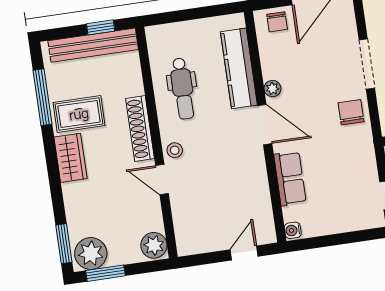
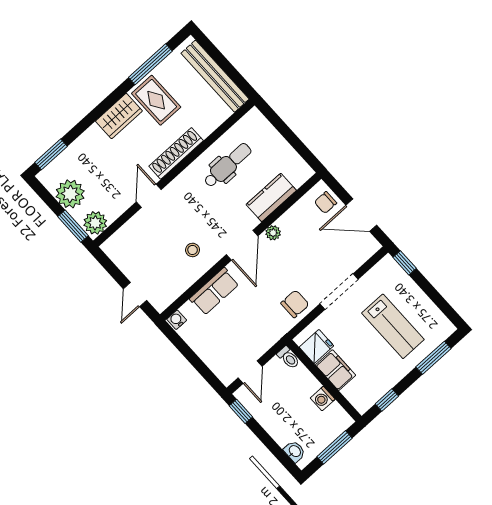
window: (101, 27) -> (232, 73), removed
kitchen counter: (239, 68) -> (271, 197), width x0.67
dental chair: (183, 89) -> (228, 165), turned 180
stool: (175, 150) -> (193, 250), moved
door: (244, 253) -> (135, 295), swing flipped
plant: (91, 254) -> (70, 194), moved
window: (105, 273) -> (73, 226), moved

